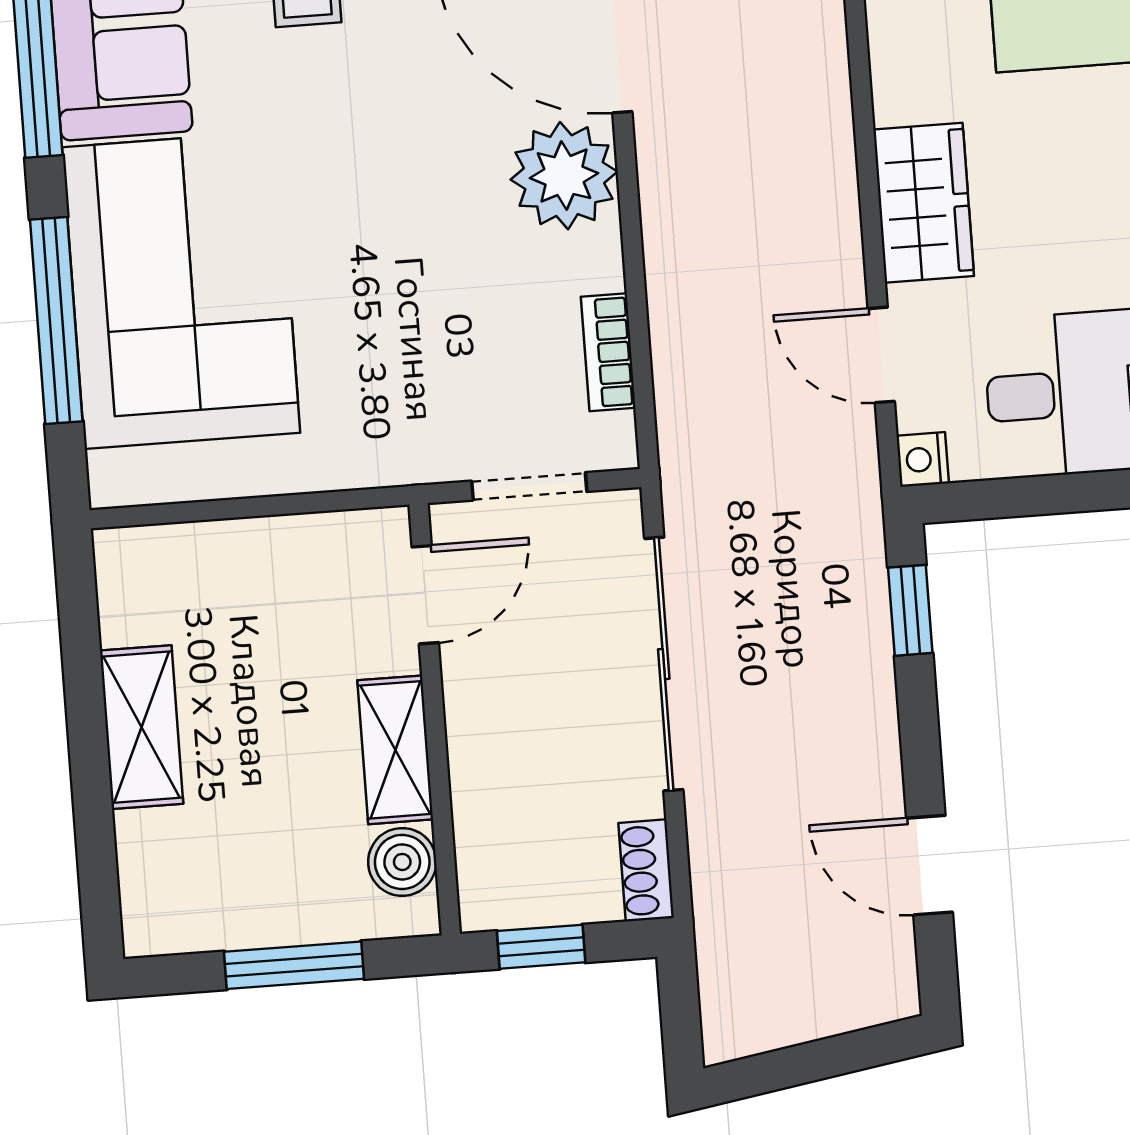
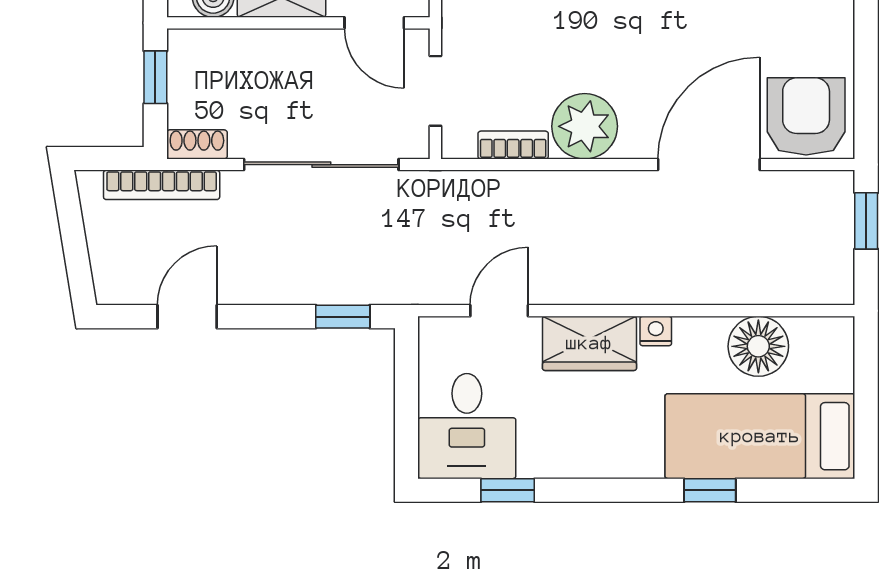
plant: (564, 176) -> (585, 126), moved
nightstand: (923, 459) -> (656, 331), moved
bookcase: (717, 923) -> (162, 185), added

